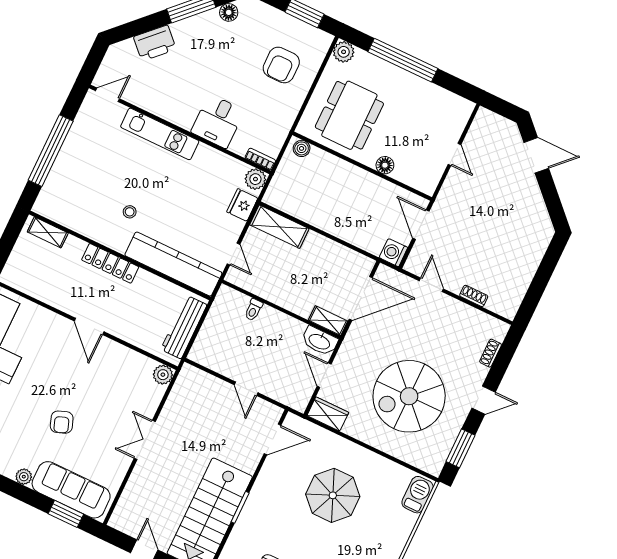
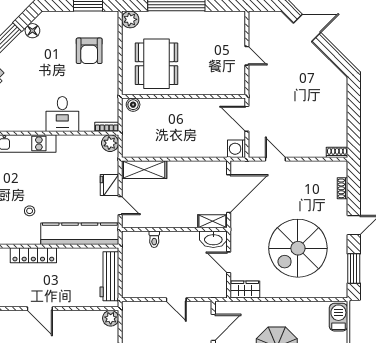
floor lamp: (385, 165) -> (200, 88), removed
fridge: (242, 205) -> (109, 185), moved
shoe rack: (474, 296) -> (337, 152), moved

